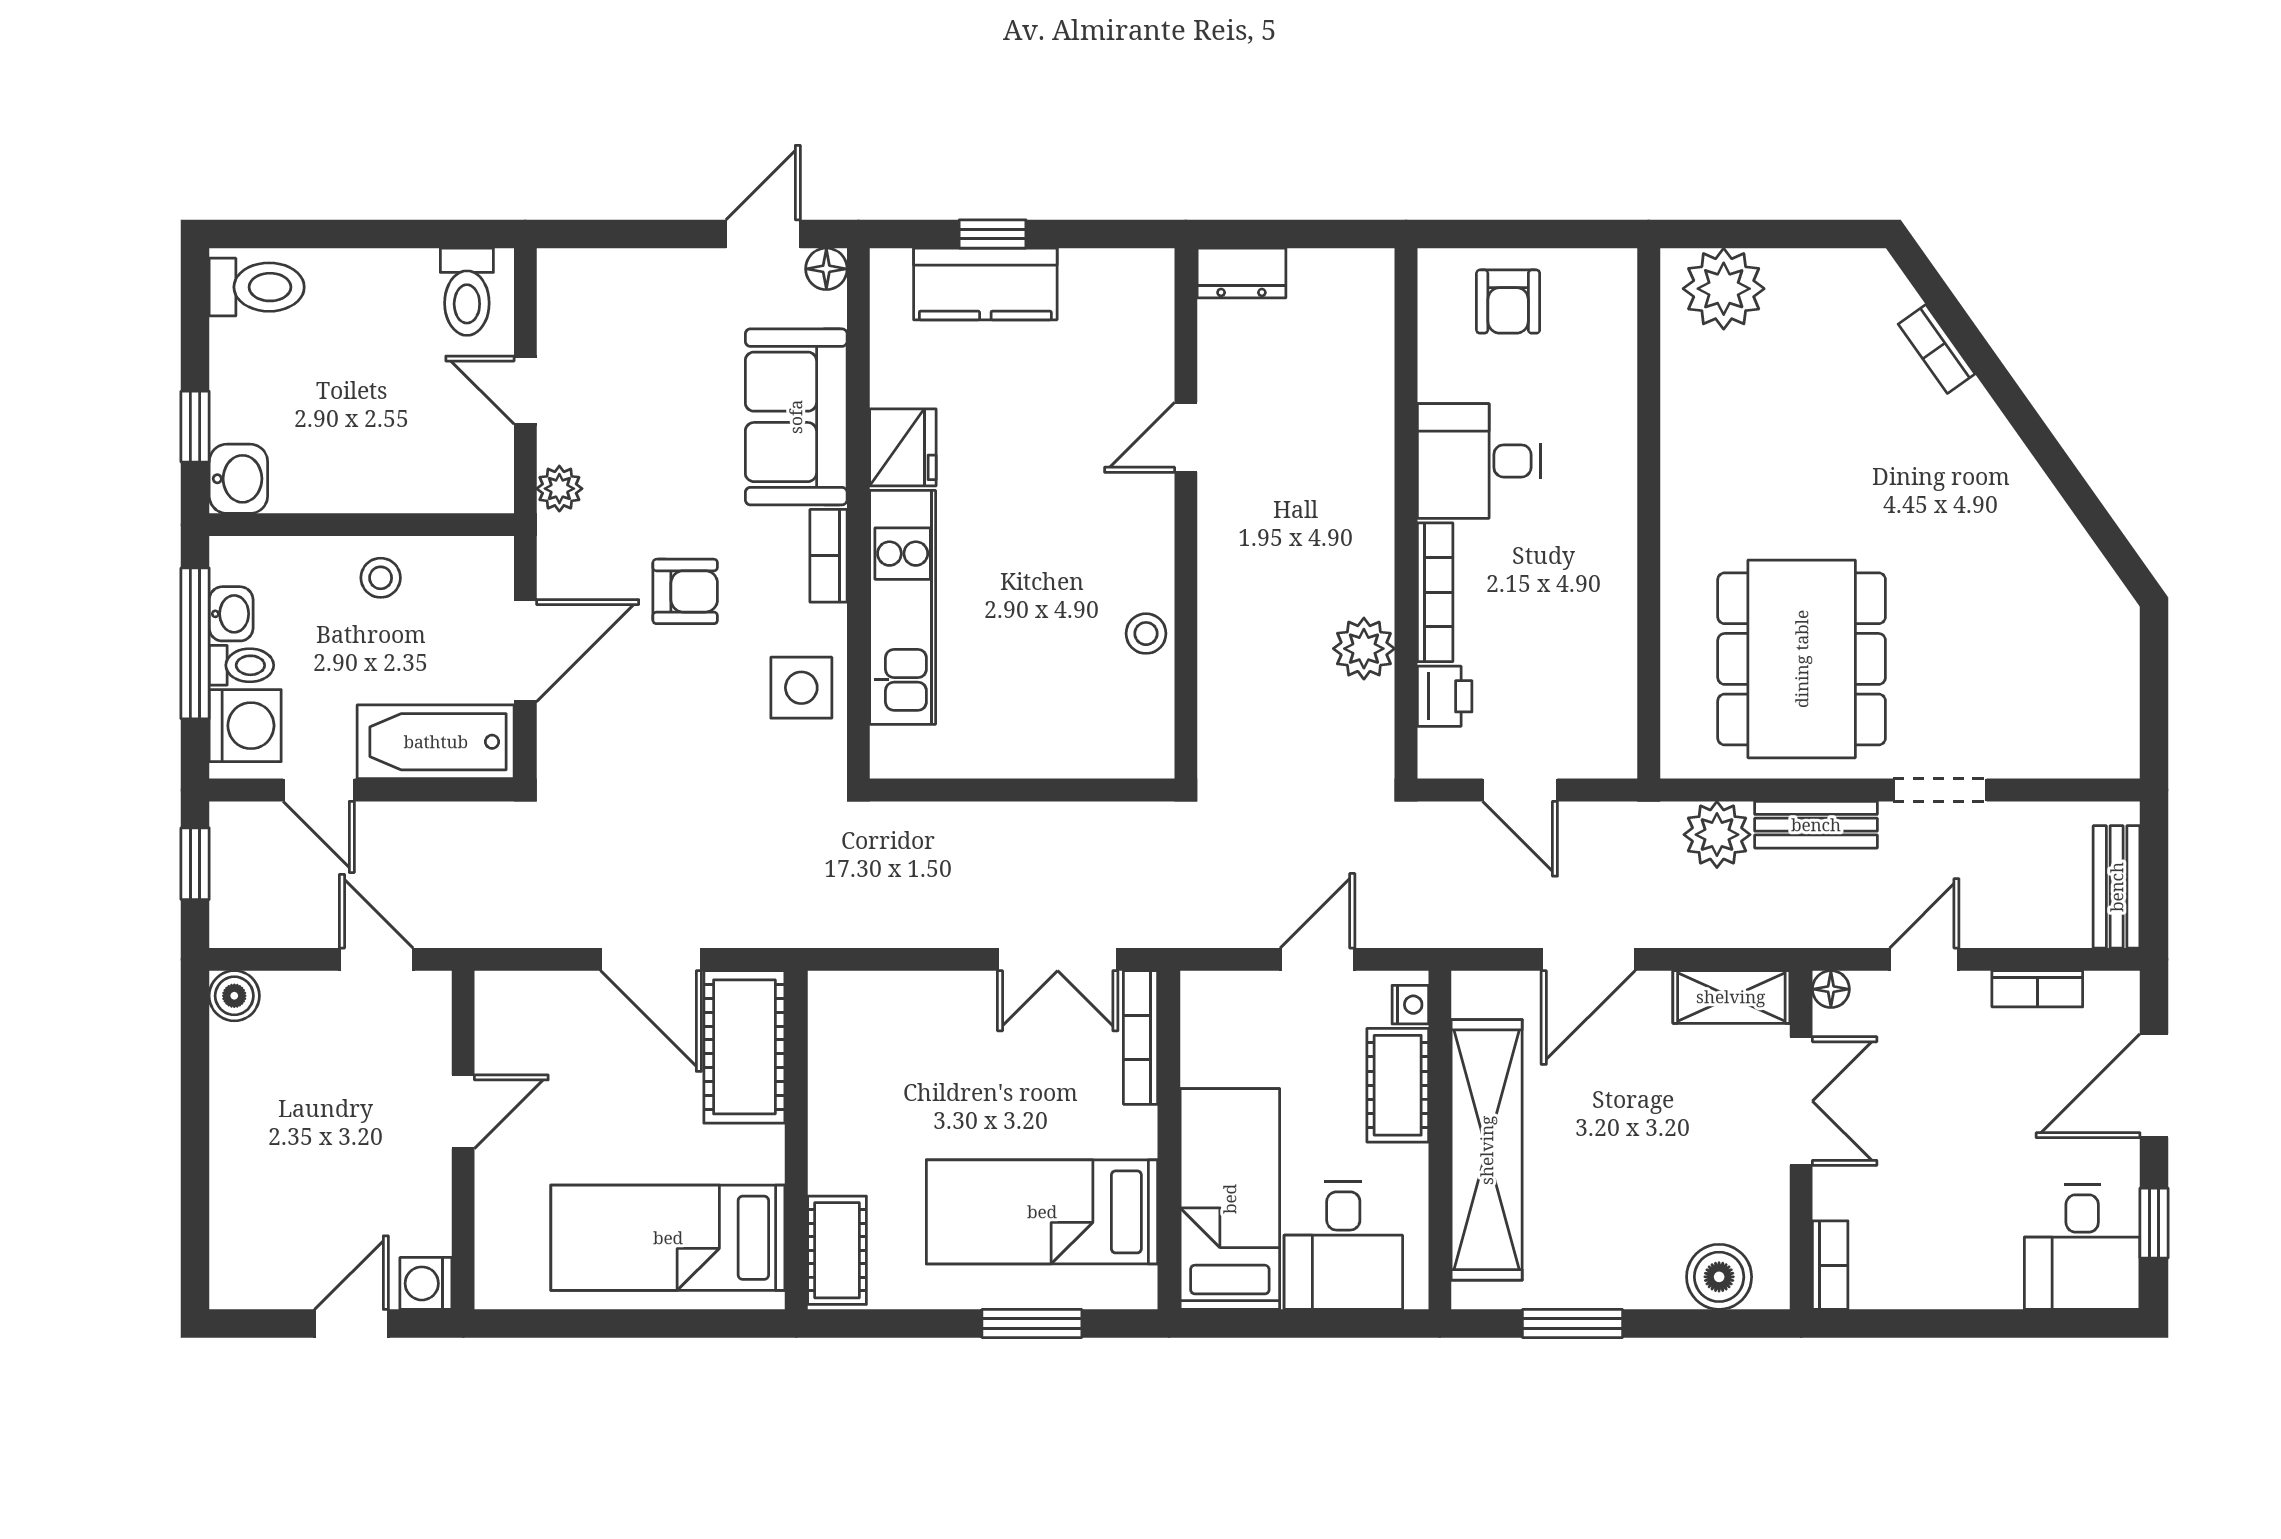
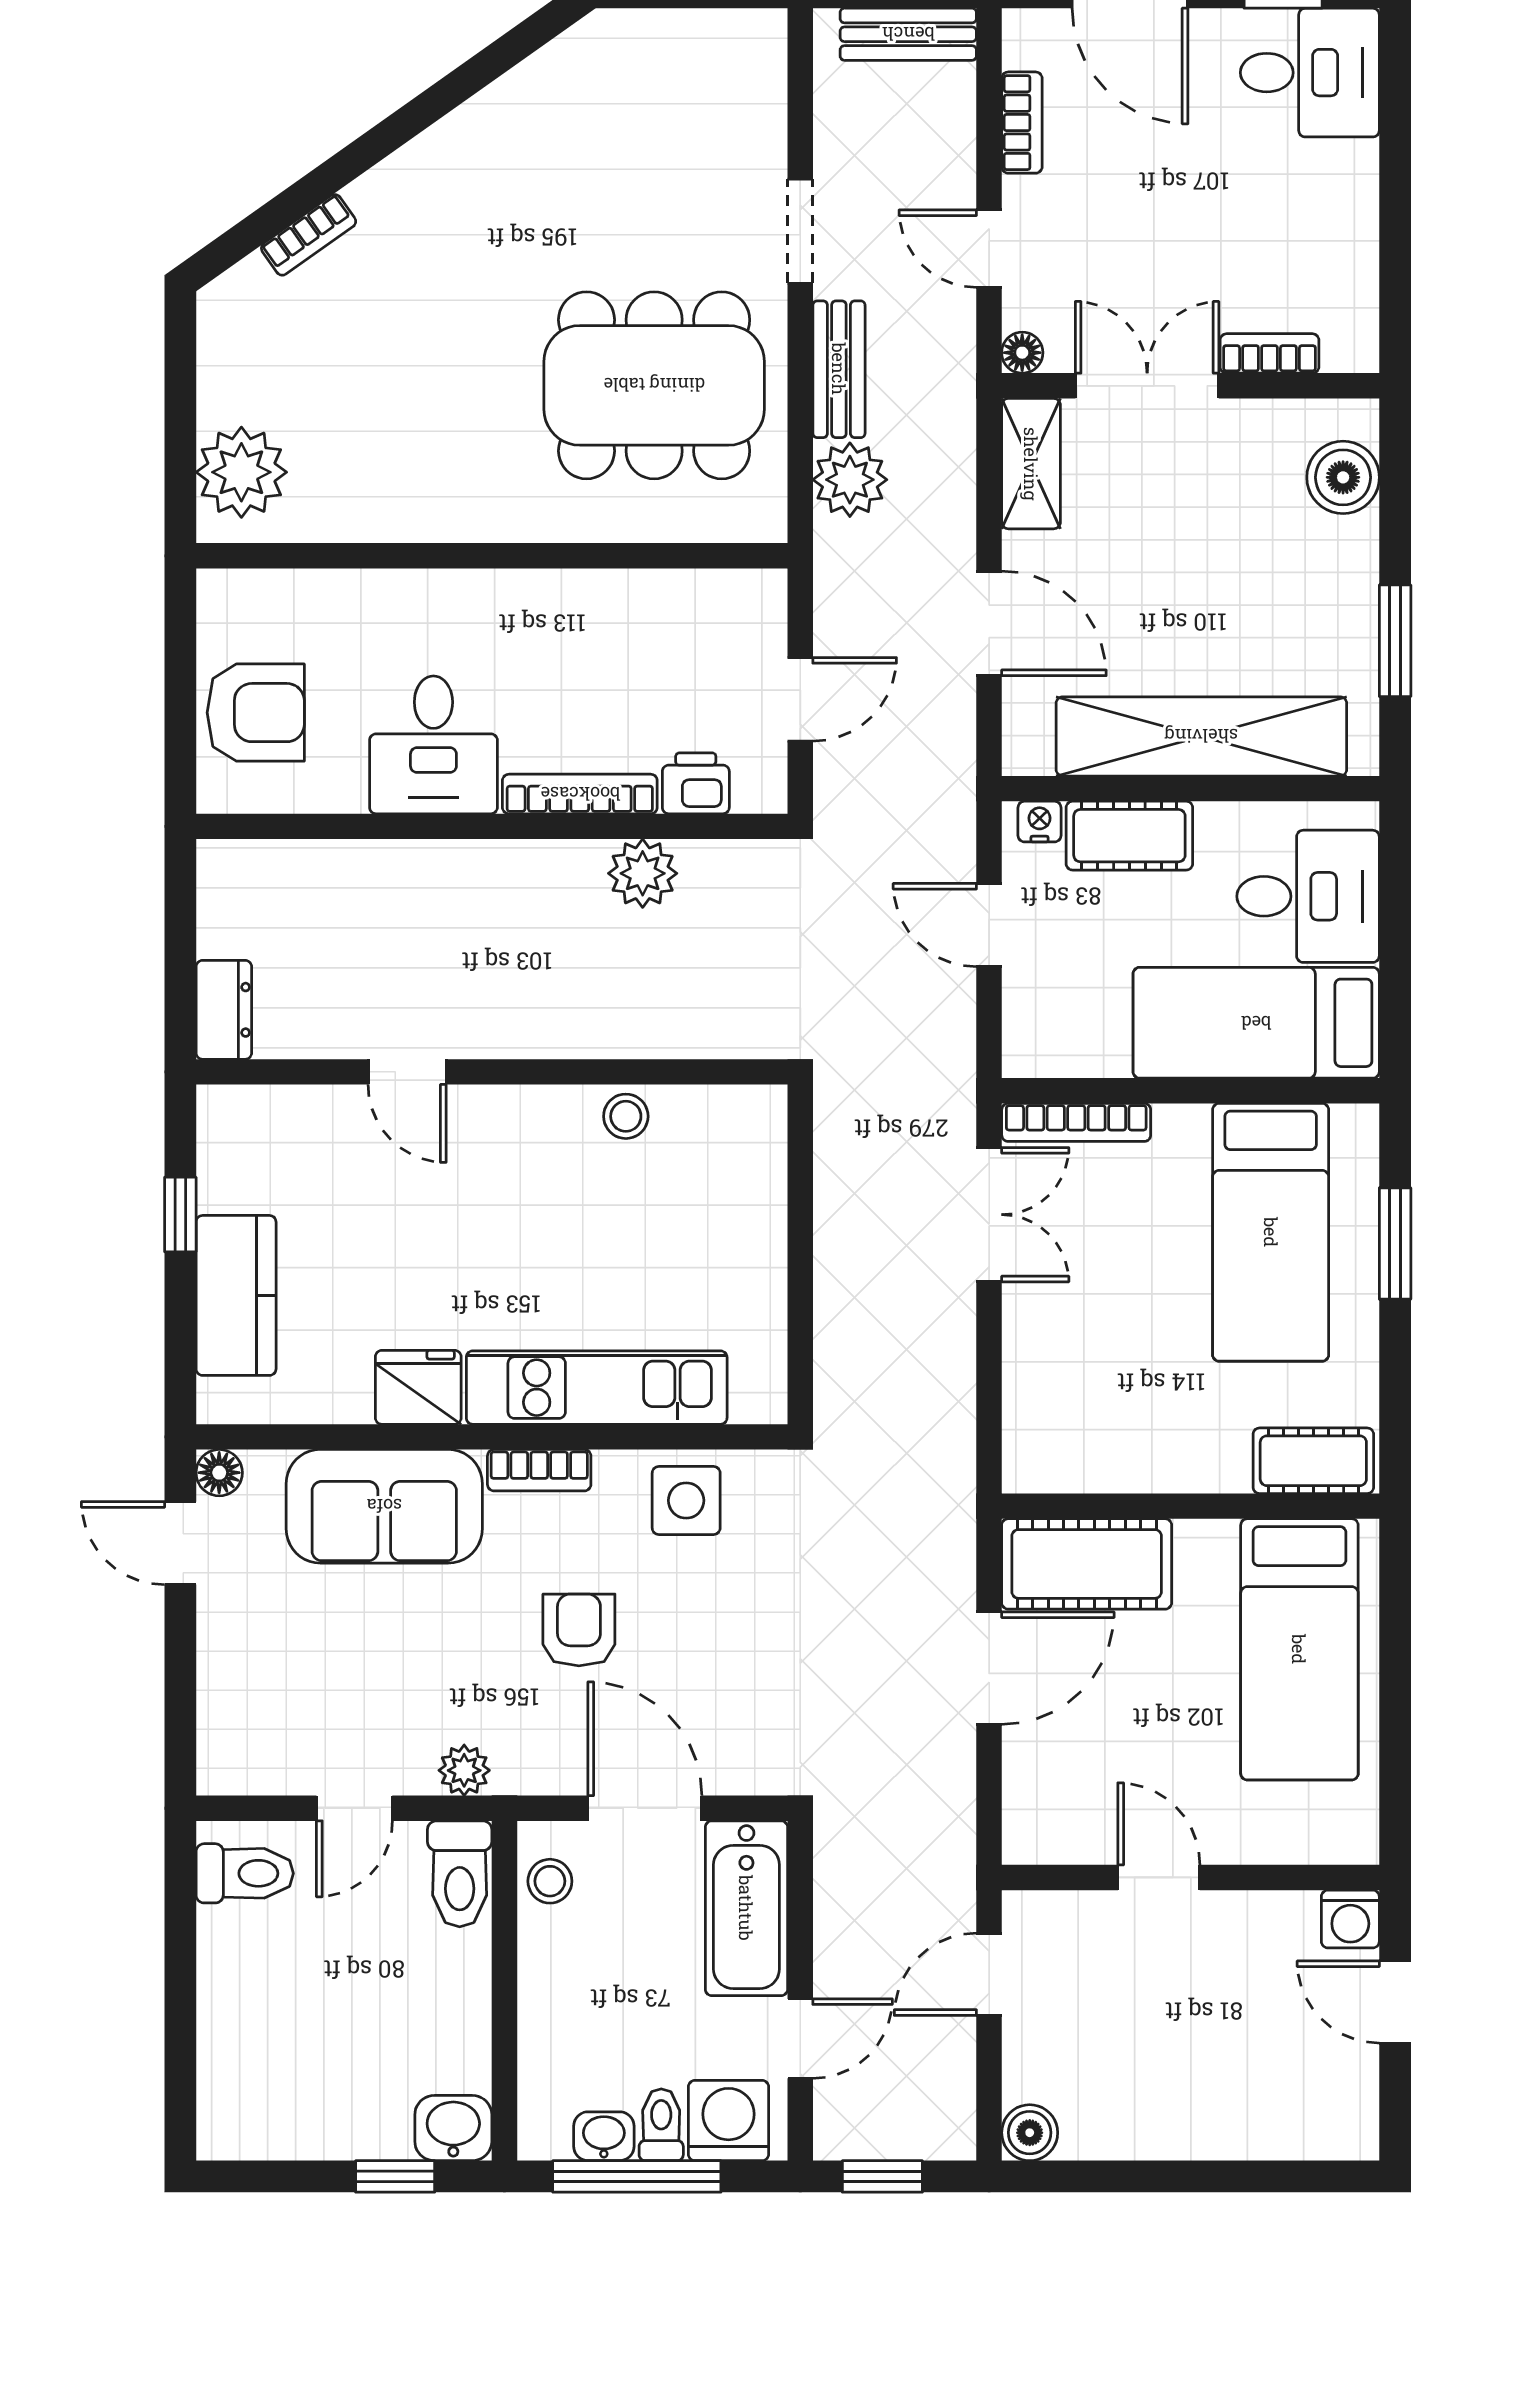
window: (993, 234) -> (180, 1215), moved
toilet: (257, 287) -> (460, 1874), moved, turned 180
armchair: (1508, 302) -> (256, 713), width x1.38, depth x1.38
stool: (381, 578) -> (550, 1881), moved
bookcase: (1830, 1265) -> (1269, 353), moved

